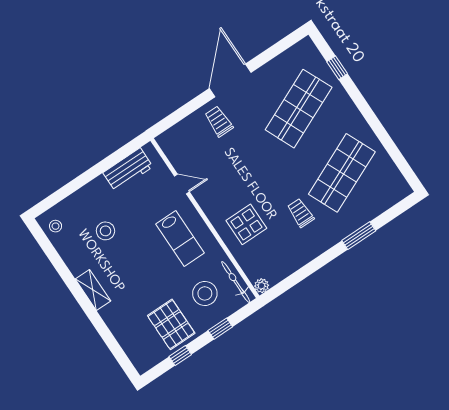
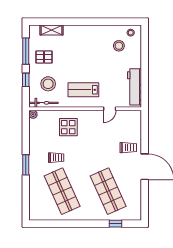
workbench: (128, 170) -> (134, 87), width x1.38
stool: (105, 231) -> (119, 46), moved
window: (359, 236) -> (26, 165), moved
shelving: (93, 290) -> (51, 30), moved
pallet: (171, 324) -> (44, 57), width x0.67, depth x0.71
window: (180, 356) -> (26, 51), width x2.17

